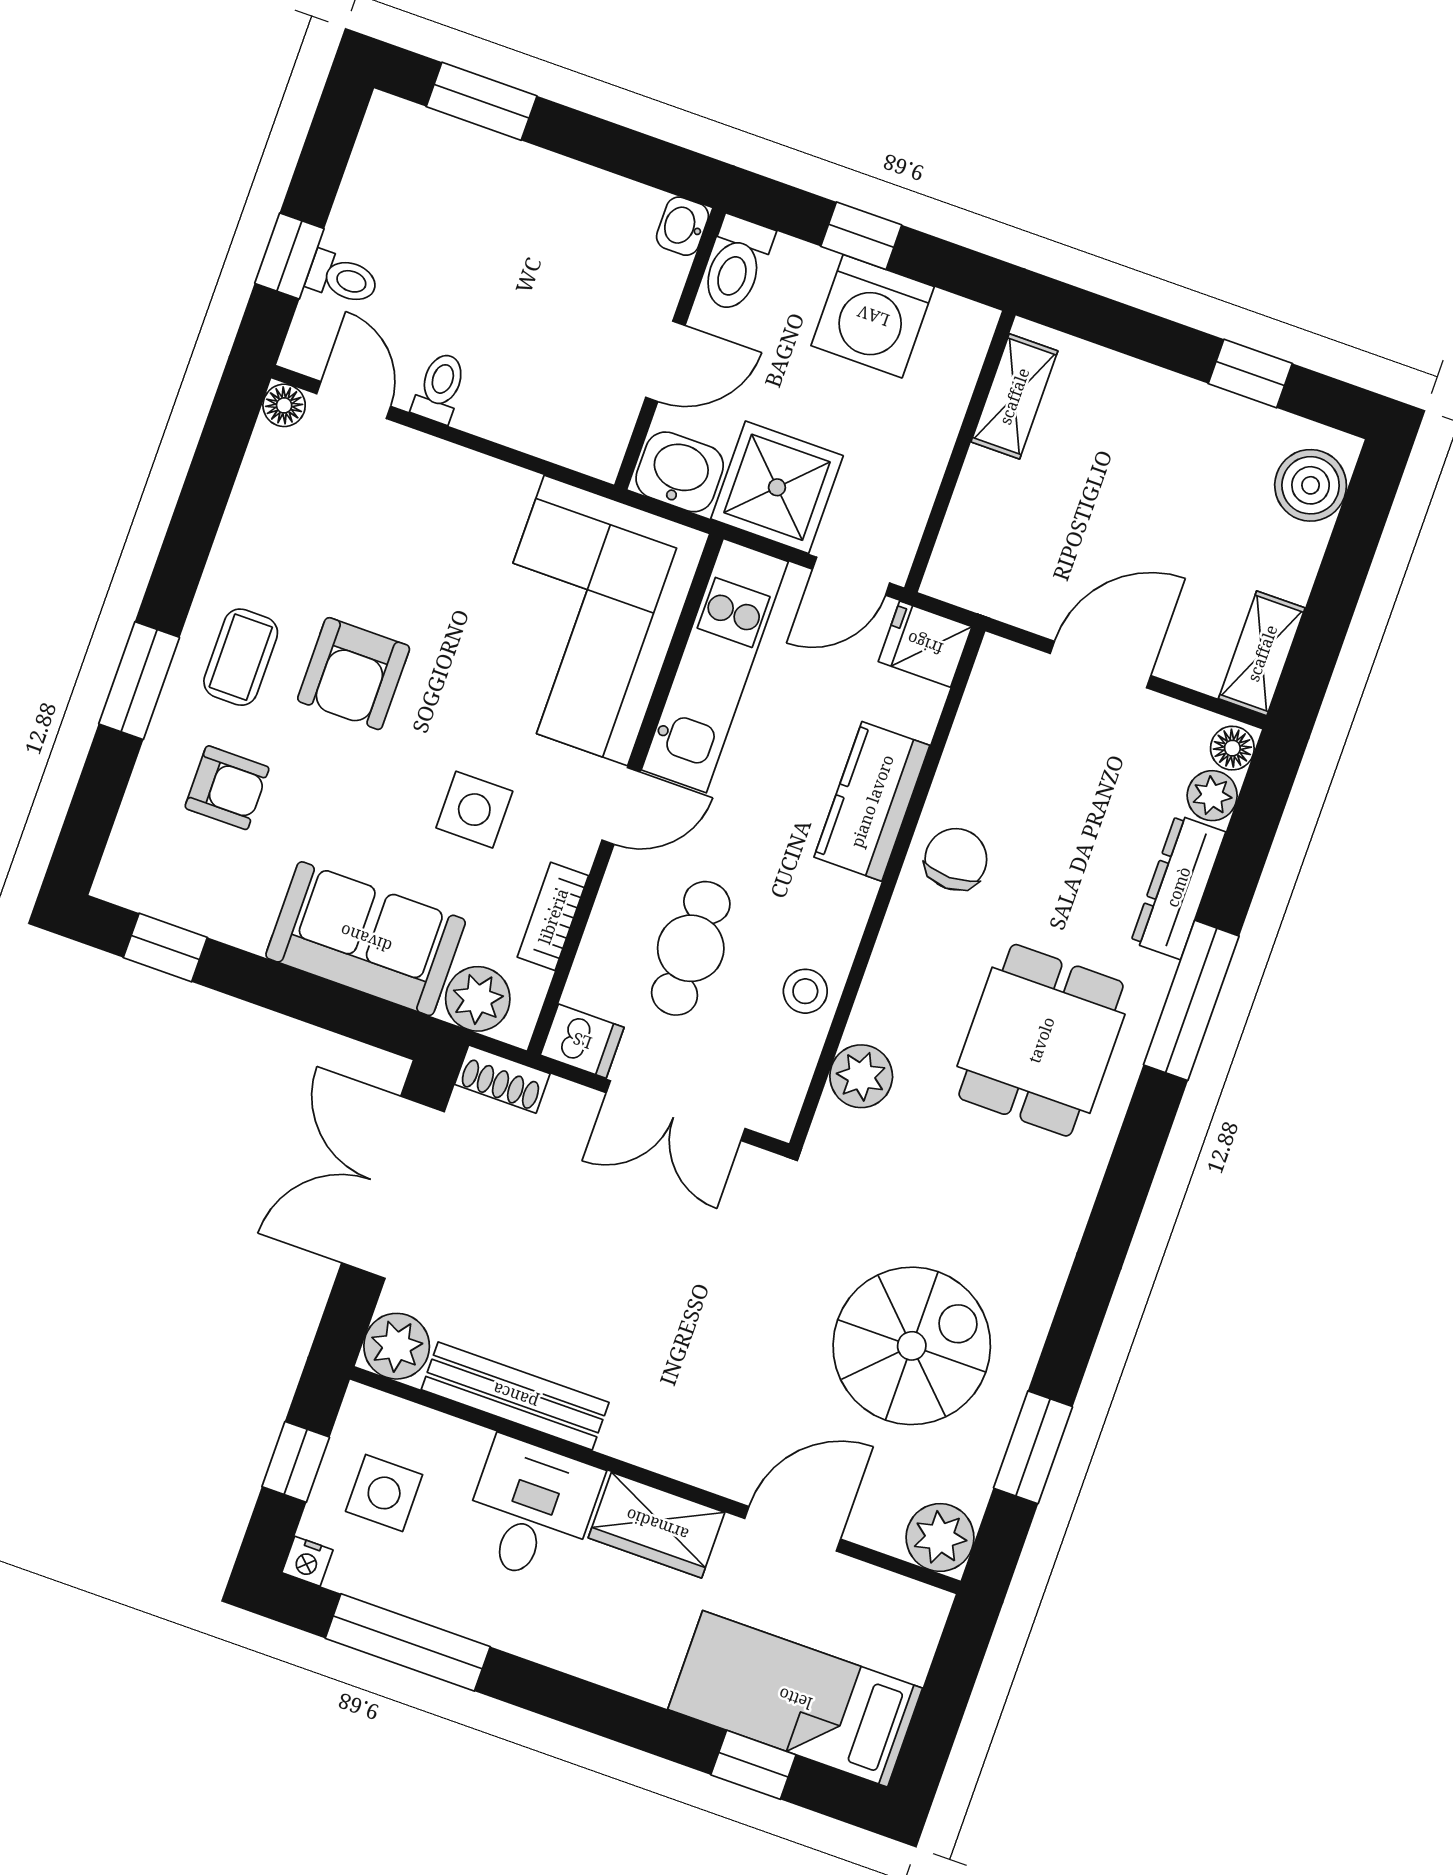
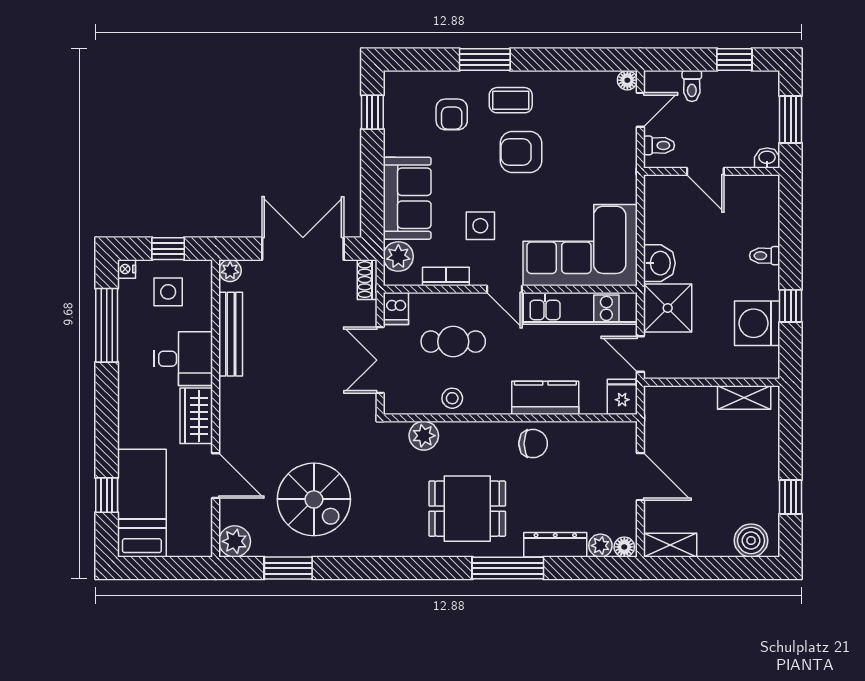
washbasin: (683, 226) -> (767, 158), moved
window: (289, 256) -> (734, 60), moved
toilet: (736, 264) -> (765, 256), width x0.73, depth x0.72
wall: (670, 349) -> (712, 171), moved
door: (665, 361) -> (705, 171), moved
plant: (397, 1346) -> (230, 271), width x0.73, depth x0.73

